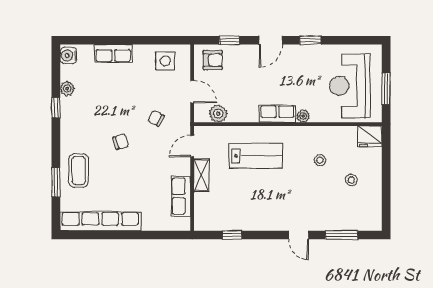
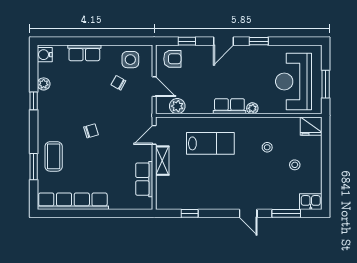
chair: (156, 118) -> (118, 83), moved
kitchen sink: (369, 222) -> (311, 202), added

